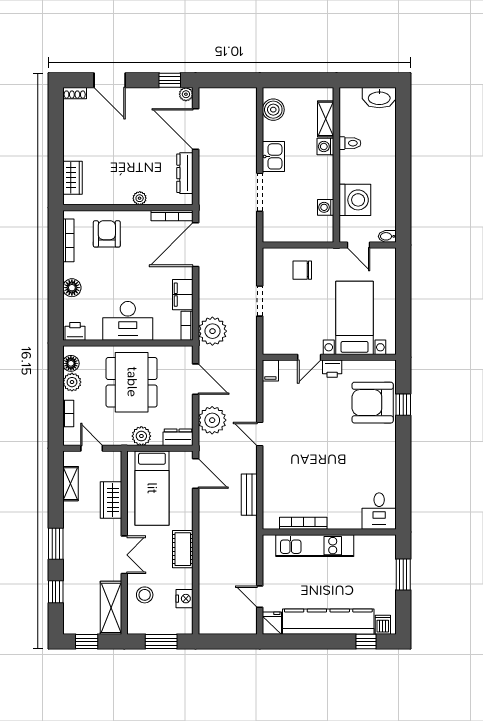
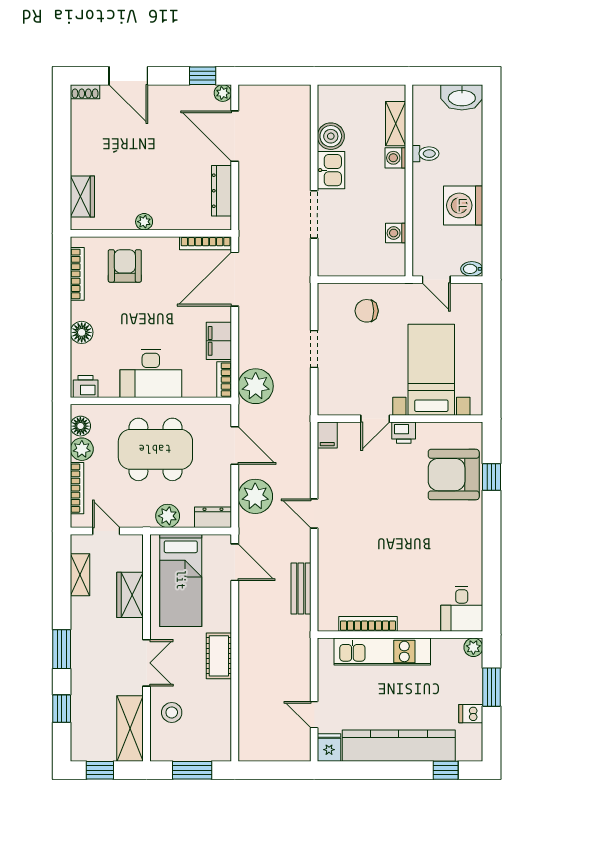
boiler: (273, 110) -> (331, 136), moved
plant: (140, 198) -> (144, 222), moved
washing machine: (355, 200) -> (463, 205), moved, turned 180
dining table: (132, 382) -> (155, 449), turned 90
bookcase: (68, 414) -> (77, 488), width x1.56
plant: (389, 542) -> (473, 647), added
nightstand: (185, 599) -> (221, 717), removed
dishwasher: (383, 625) -> (471, 714), moved, turned -90

